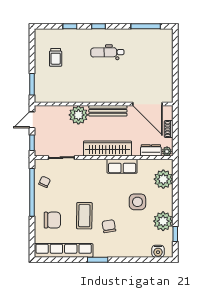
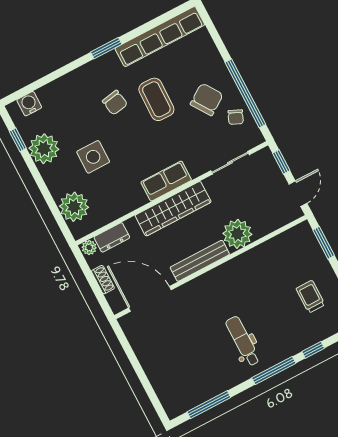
window: (99, 26) -> (274, 371), width x2.17
dental chair: (107, 52) -> (243, 341), turned -89
row of seats: (122, 166) -> (166, 181), moved
chair: (52, 220) -> (207, 99), moved, turned 146

